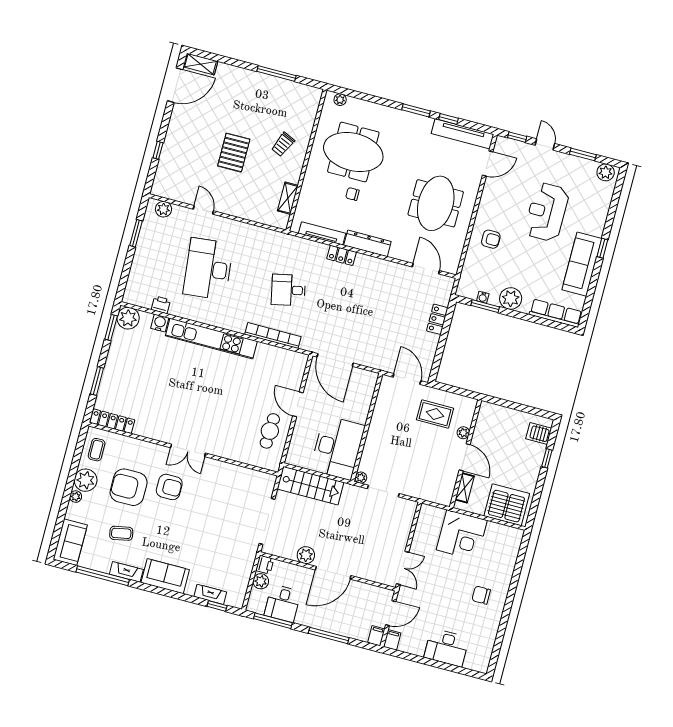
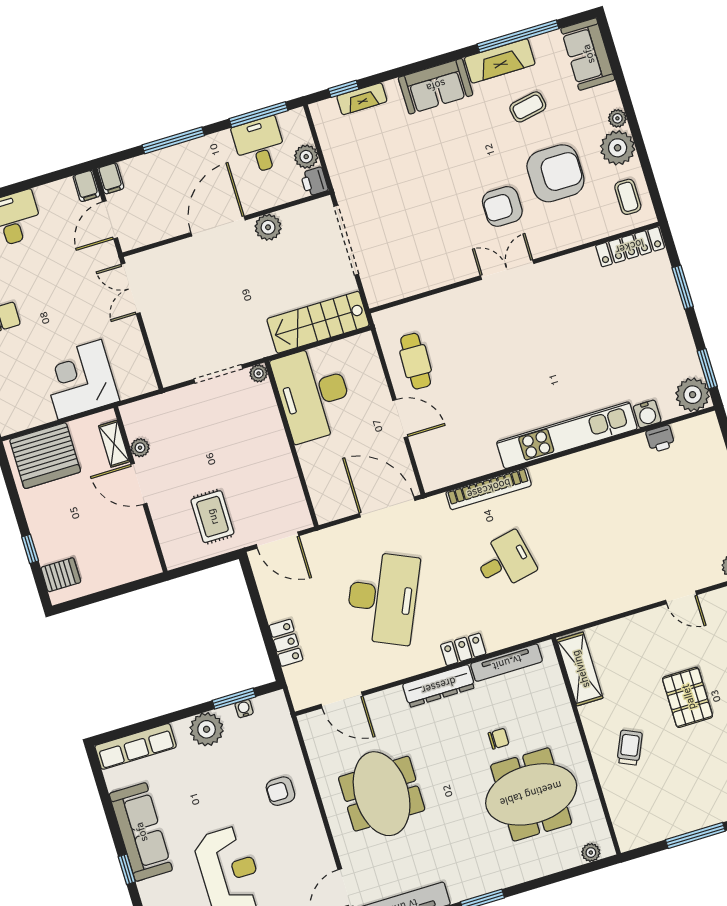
shelving: (288, 198) -> (580, 669), width x1.50, depth x1.33
desk: (208, 269) -> (383, 598), moved, turned 30
rug: (435, 414) -> (212, 517), turned 90
plant: (463, 433) -> (140, 448), moved
fireplace: (126, 572) -> (500, 61), width x1.37, depth x1.32

